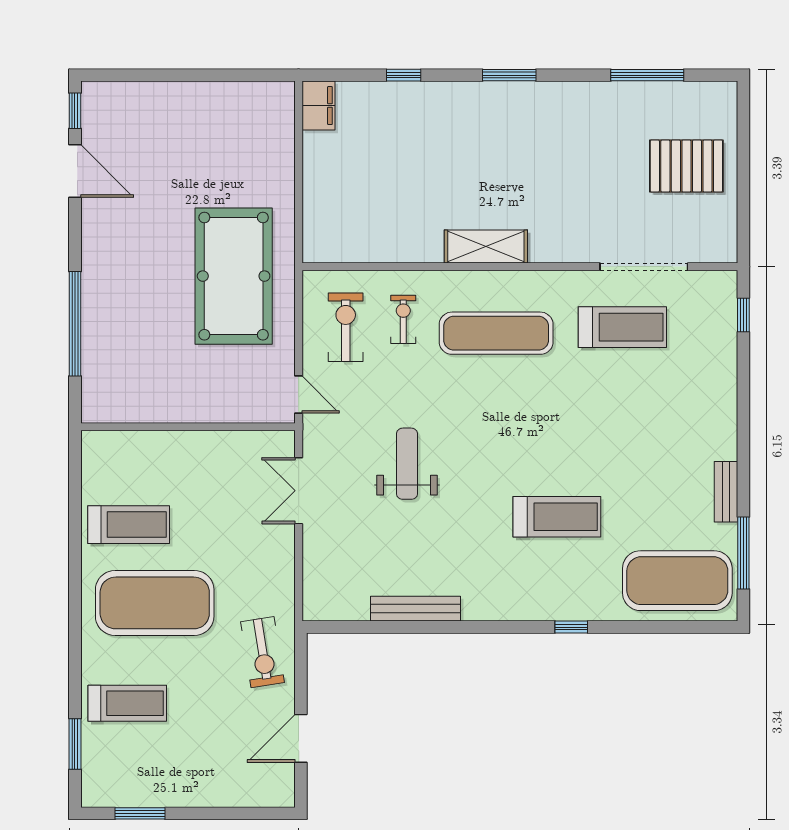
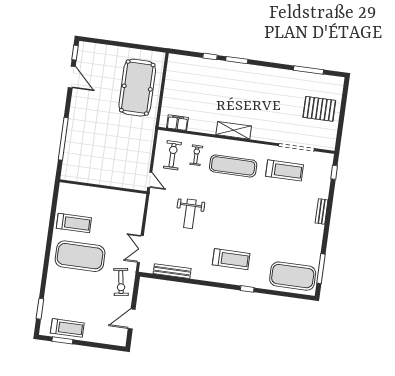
window: (509, 75) -> (237, 60), moved
filing cabinet: (318, 106) -> (177, 123), moved, turned -90
pool table: (234, 276) -> (137, 88), moved
weight bench: (407, 464) -> (190, 214), turned 180
double door: (299, 491) -> (140, 249), moved
bench: (726, 492) -> (322, 211), moved
treadmill: (557, 517) -> (231, 259), moved
bench: (416, 609) -> (172, 271), moved
treadmill: (127, 703) -> (67, 328), moved

